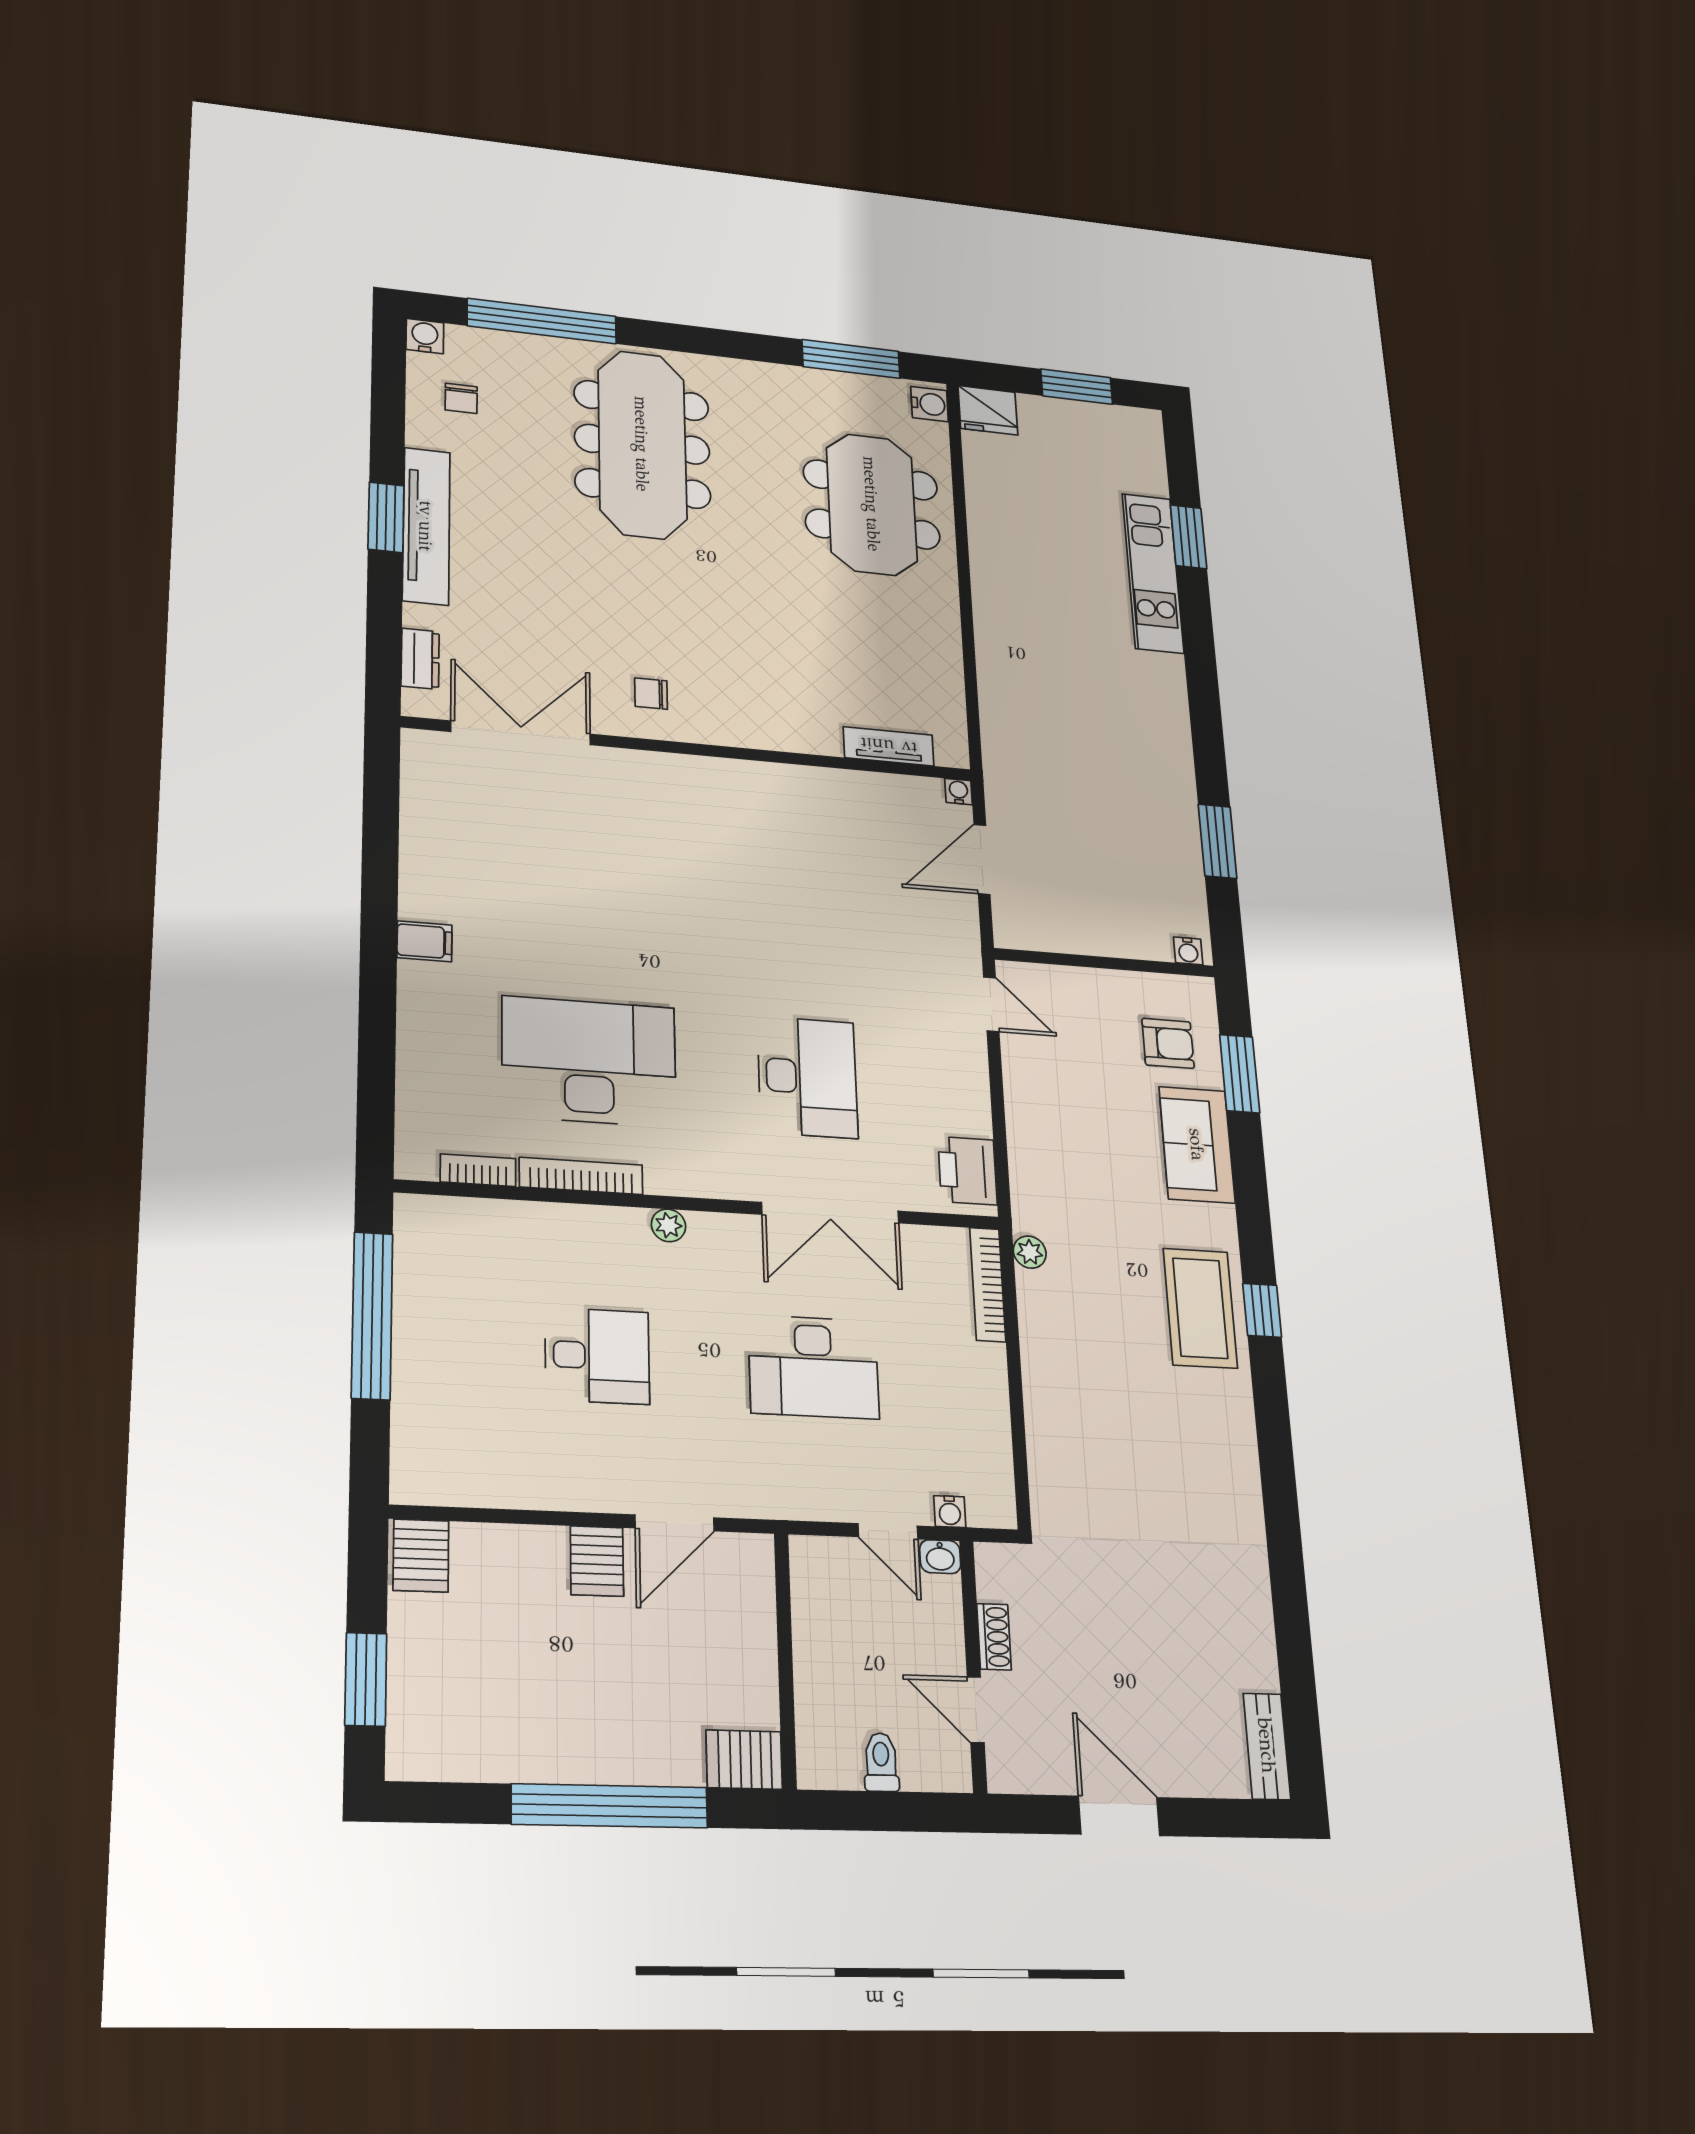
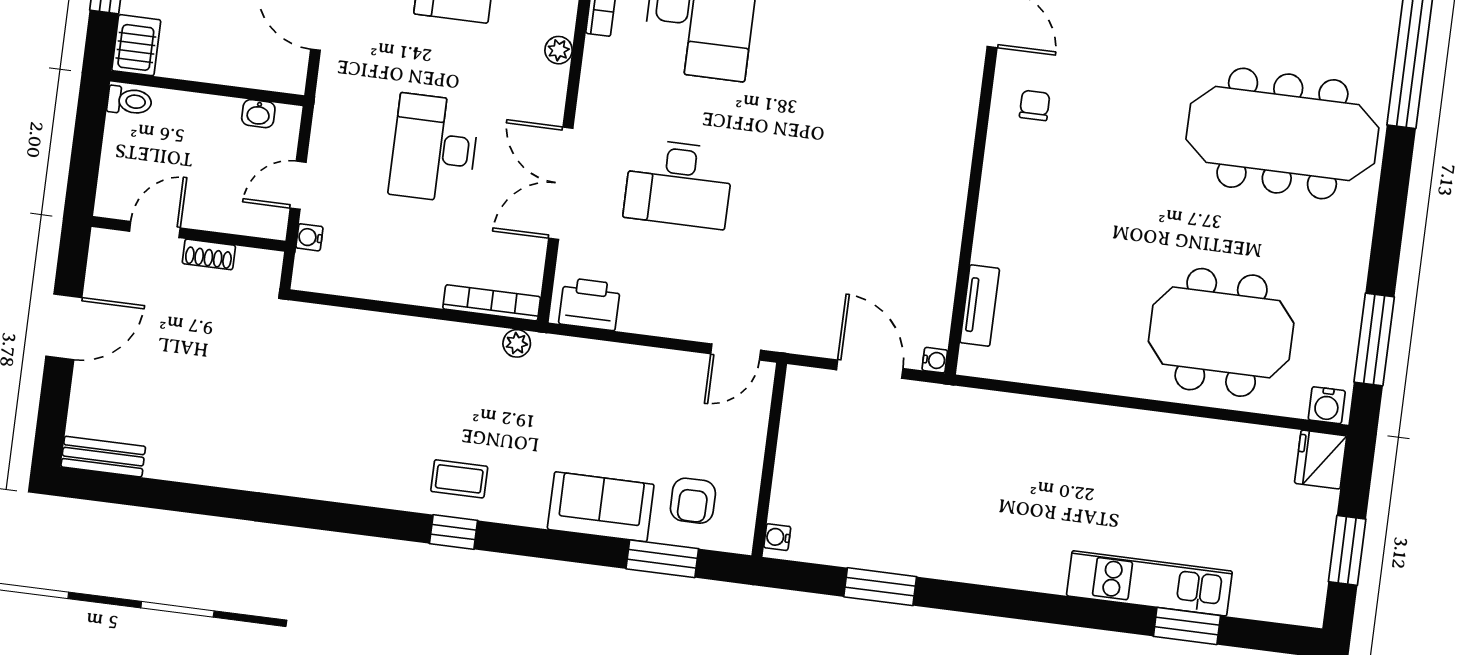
coffee table: (1200, 1308) -> (459, 479), width x0.54, depth x0.58
washbasin: (940, 1557) -> (258, 114), moved, turned -90
toilet: (881, 1762) -> (130, 101), moved

